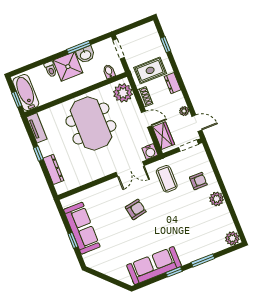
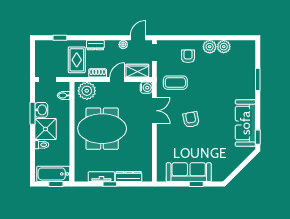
tv unit: (37, 128) -> (101, 177), moved
plant: (232, 238) -> (224, 47), moved
window: (174, 272) -> (258, 137), moved

